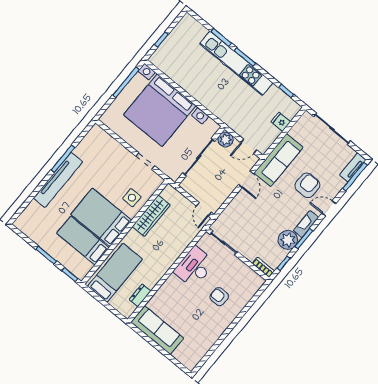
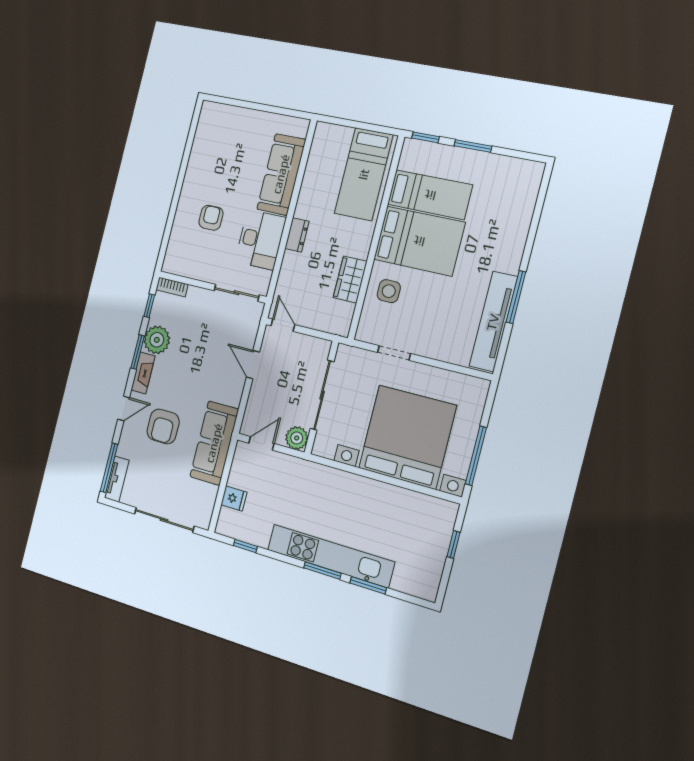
door: (246, 179) -> (253, 365), moved
tv unit: (58, 180) -> (493, 322), moved
wardrobe: (151, 216) -> (350, 279), width x0.67
dresser: (140, 295) -> (297, 235), moved
armchair: (219, 297) -> (211, 218), turned -90
sofa: (157, 330) -> (281, 174), moved, turned 90

